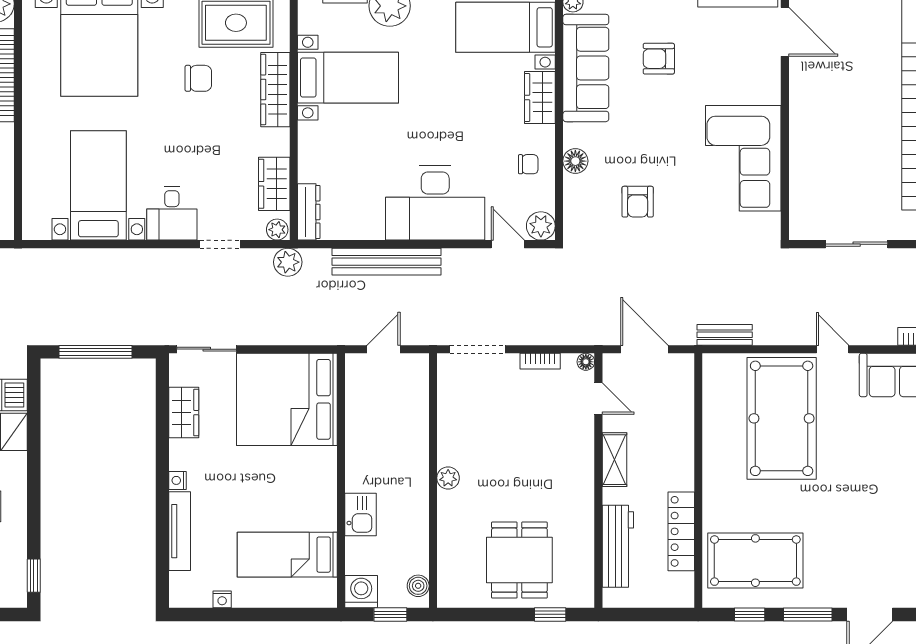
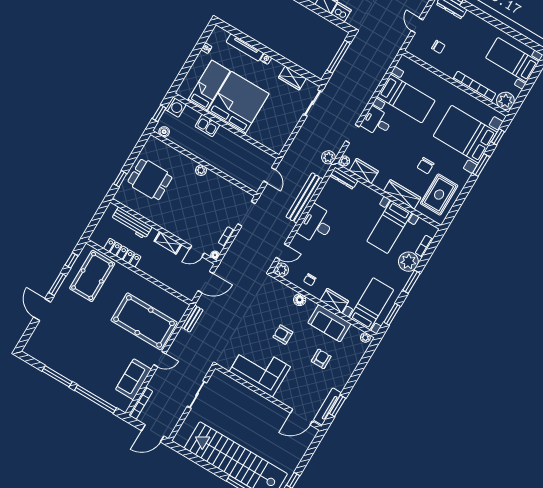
sofa: (586, 68) -> (329, 323), width x0.73
armchair: (638, 202) -> (283, 335), moved
desk: (435, 203) -> (316, 225), width x0.73, depth x0.77
bed: (287, 399) -> (238, 103), moved

